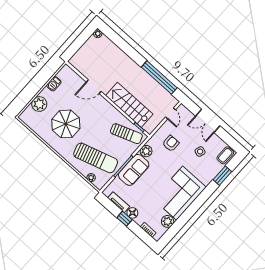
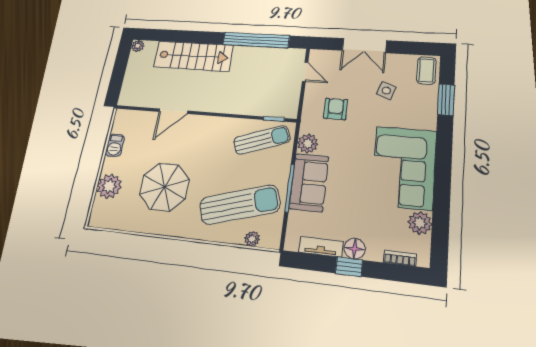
stairs: (129, 105) -> (193, 56), moved, turned 180

